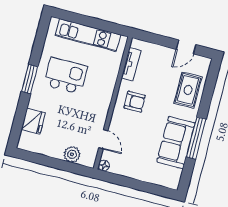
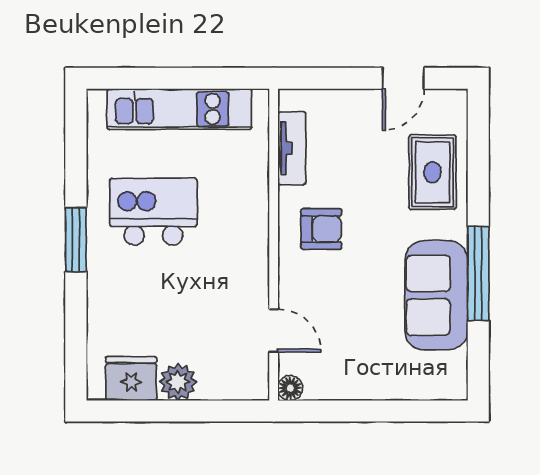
fridge: (33, 121) -> (131, 379), moved, turned -90
plant: (72, 154) -> (178, 382), moved

